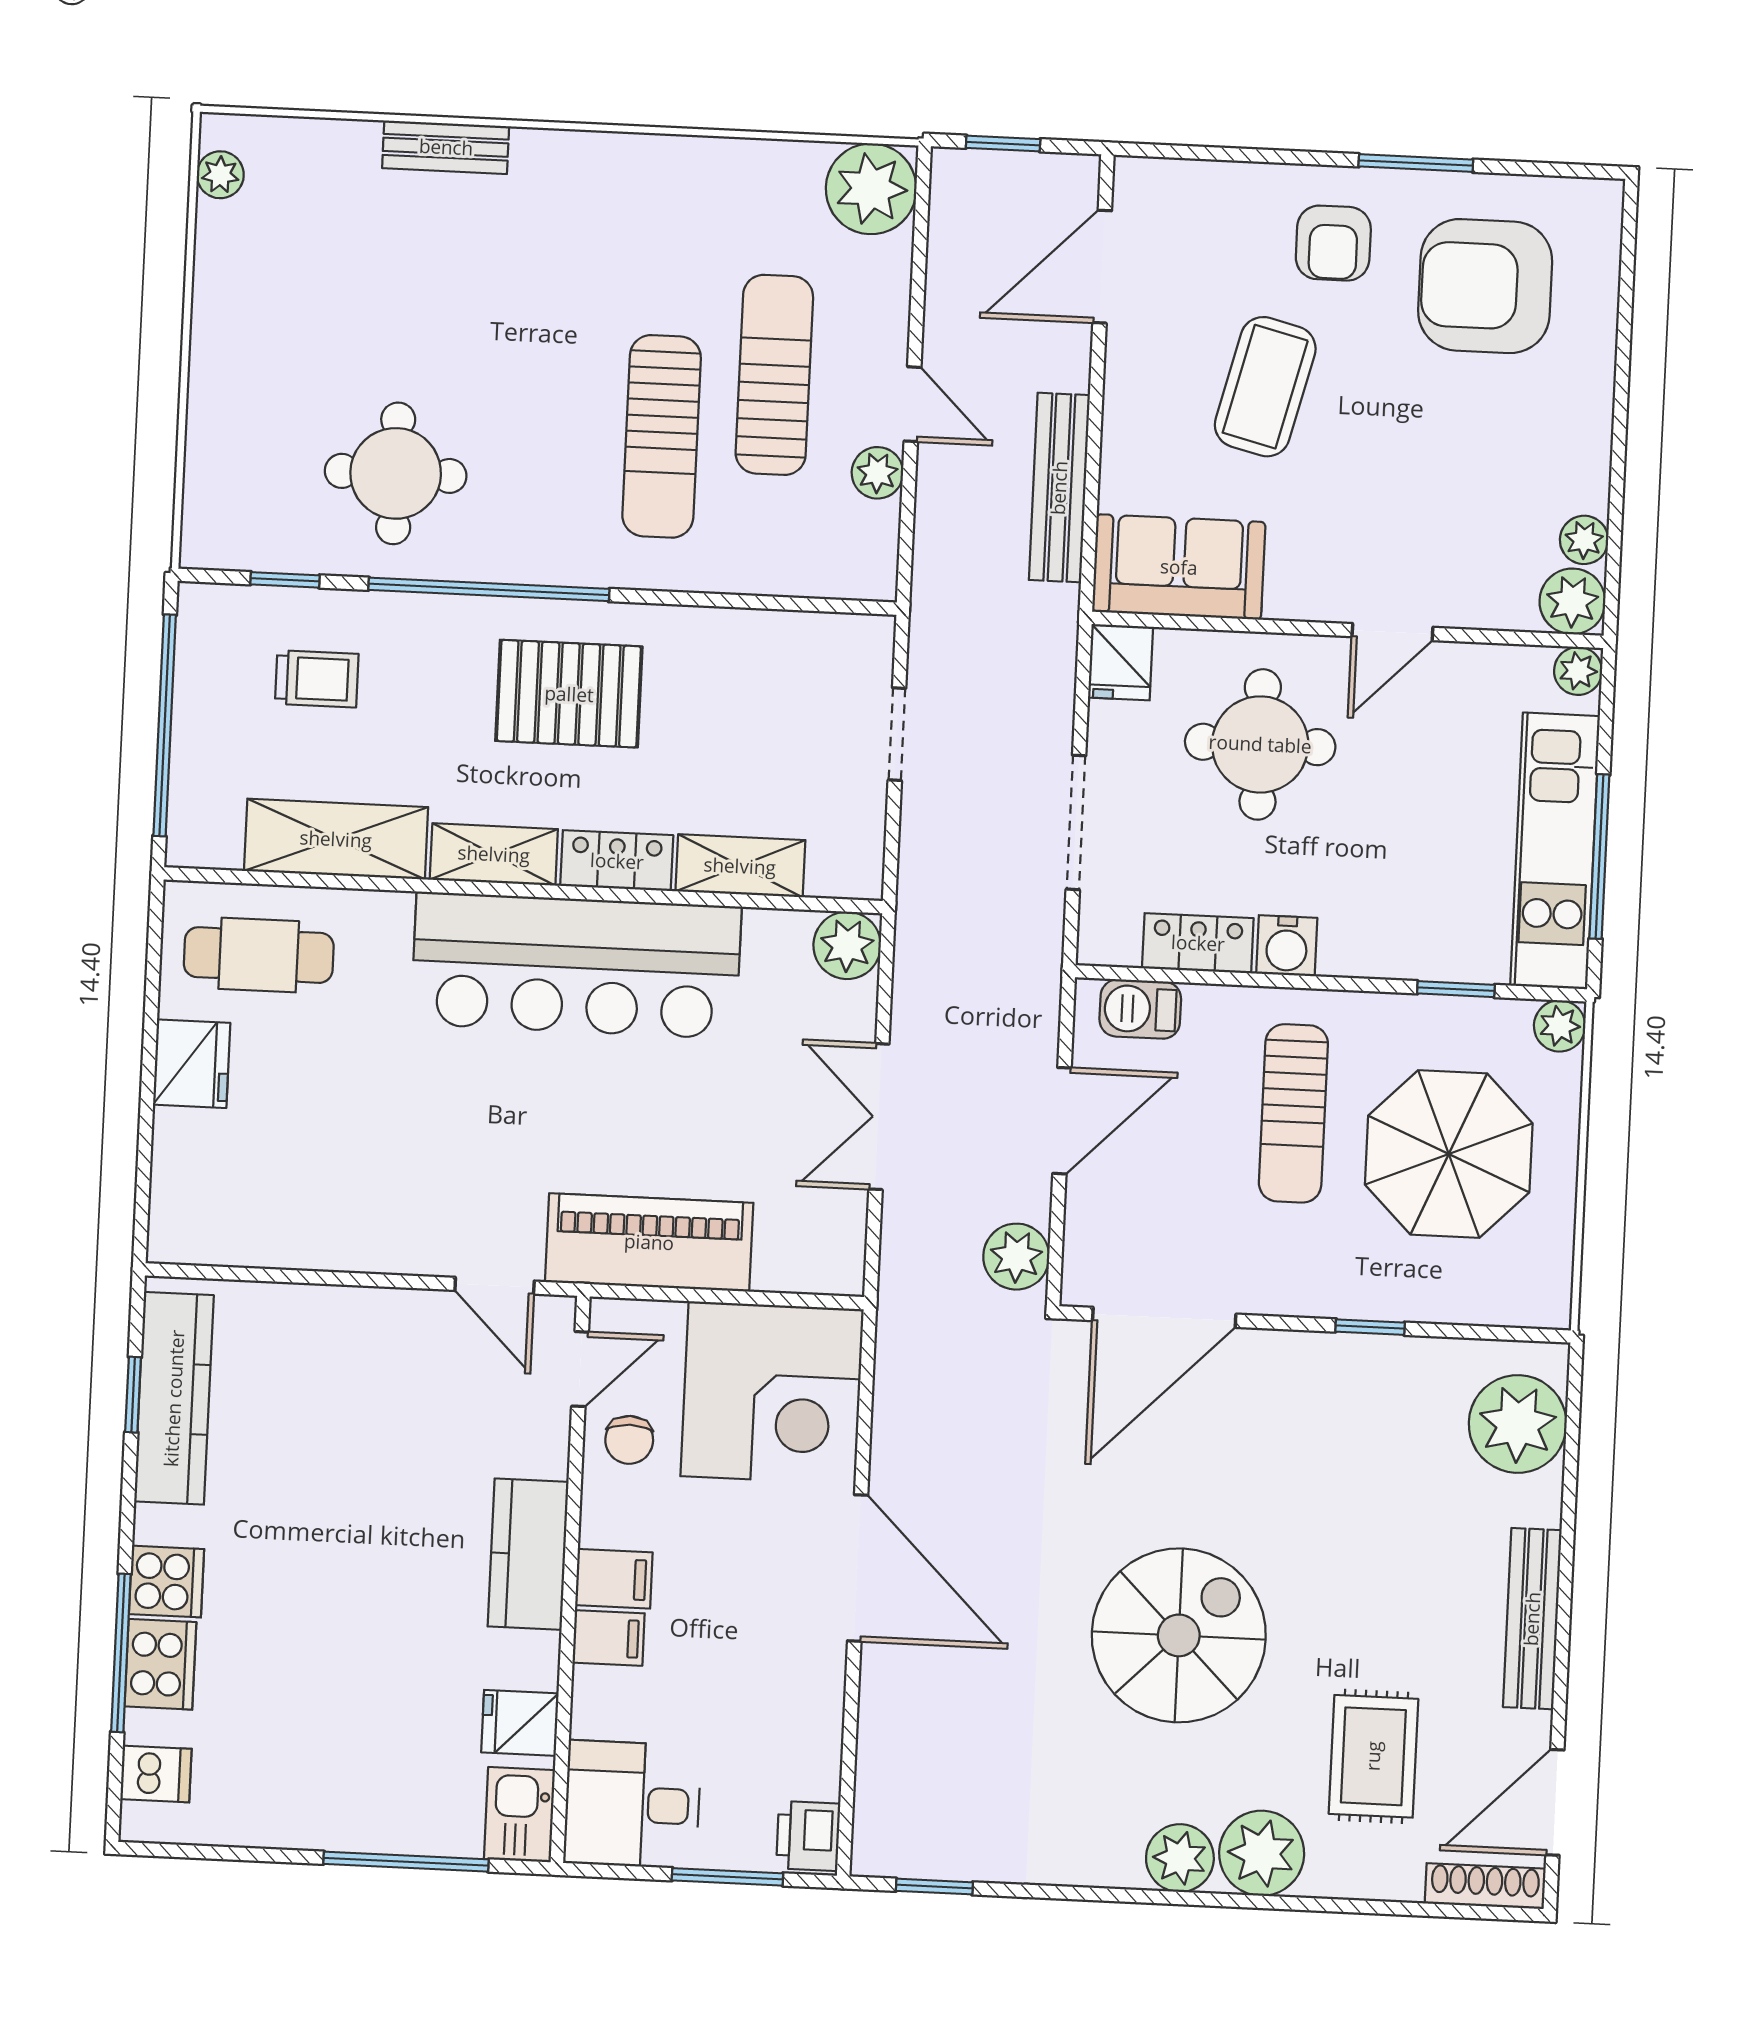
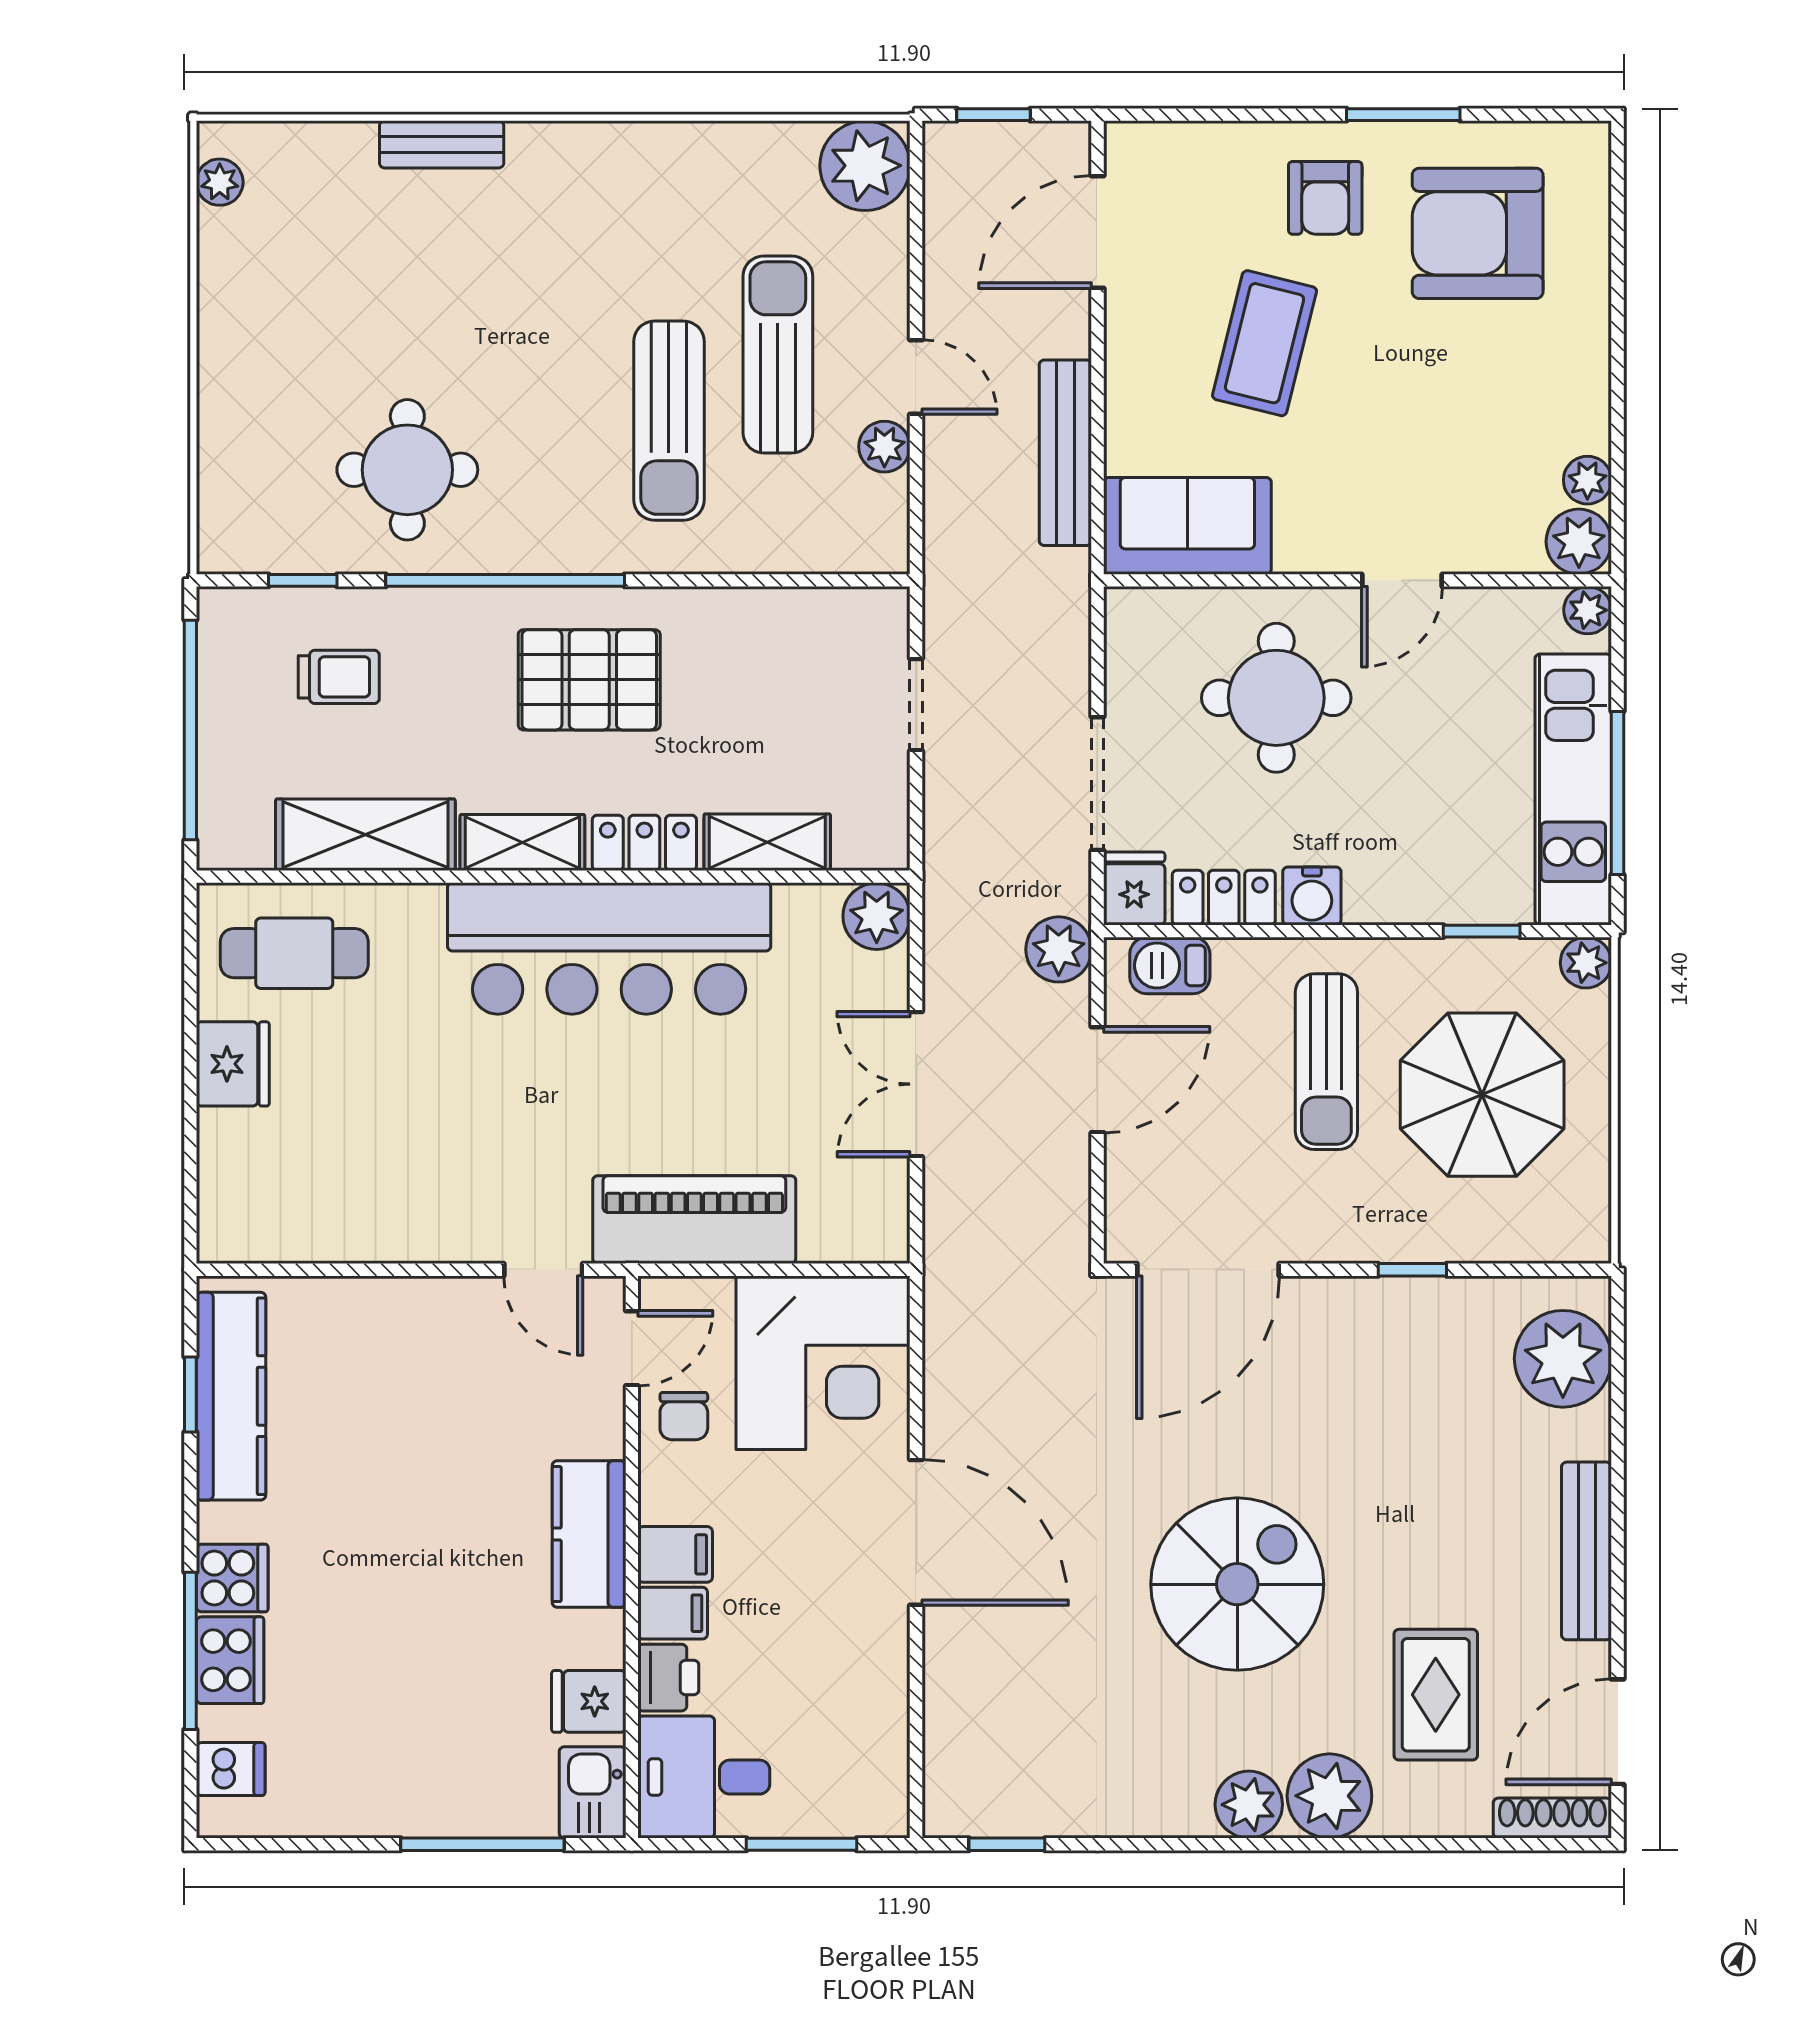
fridge: (1121, 662) -> (1134, 888), moved, turned 180
plant: (1016, 1257) -> (1059, 949), moved
printer: (808, 1836) -> (668, 1678), moved, turned 180

